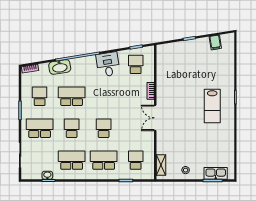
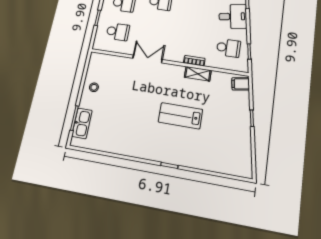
filing cabinet: (215, 42) -> (241, 84), moved
lab bench: (212, 106) -> (180, 116), moved
double door: (155, 118) -> (147, 59), moved
shelving: (161, 165) -> (198, 74), moved

